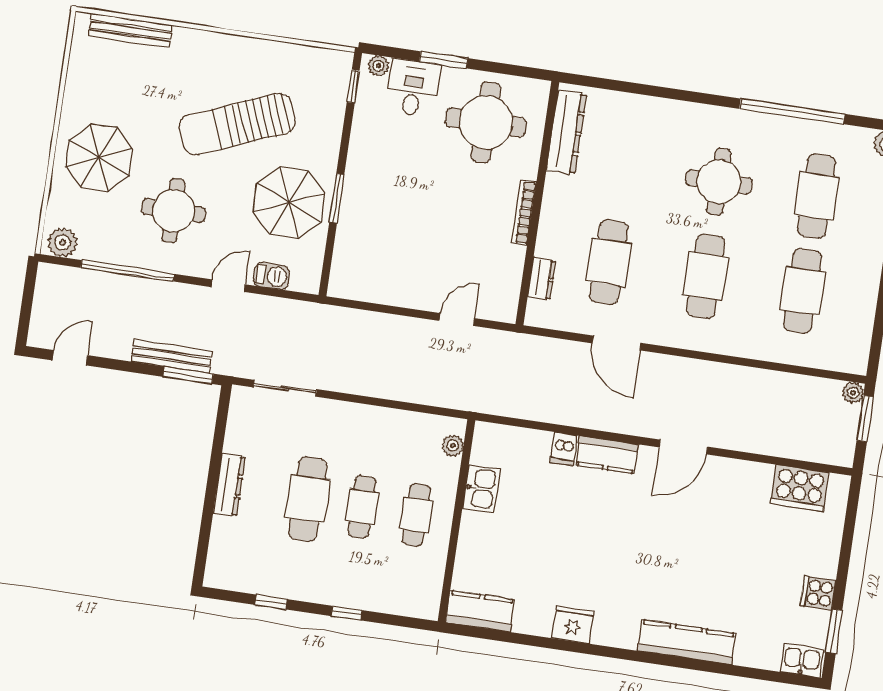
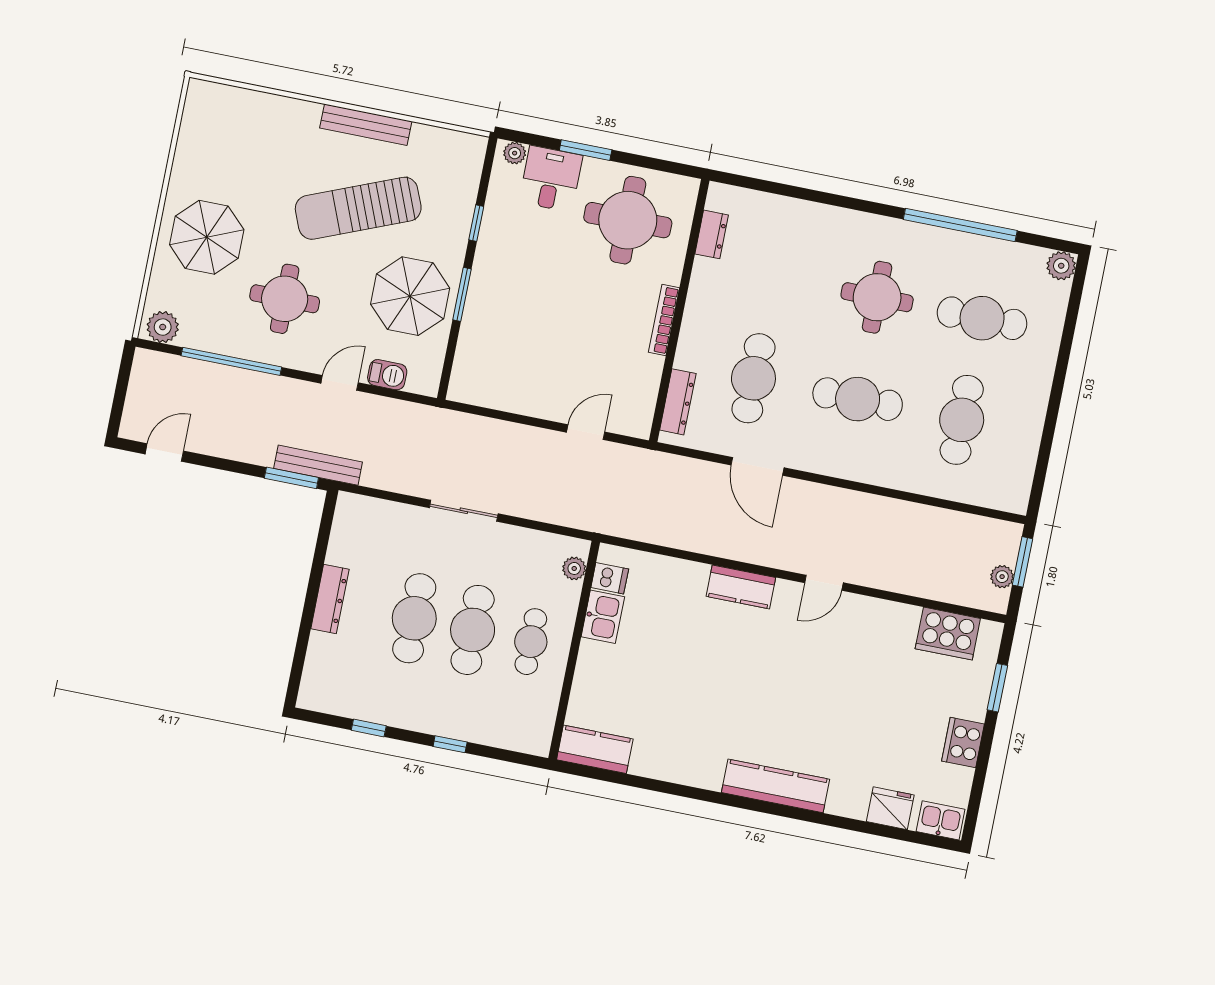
bench: (131, 30) -> (366, 125), moved
window: (353, 86) -> (476, 223), moved
dresser: (566, 132) -> (712, 234), width x0.51, depth x0.80
cafe table: (816, 196) -> (982, 318), turned 90
cafe table: (706, 276) -> (858, 399), turned 90
dresser: (542, 279) -> (678, 402), width x1.44
bench: (172, 356) -> (318, 465), moved
sliding door: (285, 388) -> (464, 511), moved
plant: (853, 393) -> (1002, 577), moved
door: (683, 447) -> (824, 583), width x0.73
dishwasher: (564, 449) -> (610, 578), moved, turned -90
cafe table: (362, 507) -> (473, 630), width x1.37, depth x1.35
cooker: (818, 593) -> (963, 742), width x1.36
fridge: (573, 625) -> (890, 808), moved
window: (834, 631) -> (997, 688), moved
kitchen counter: (687, 642) -> (776, 786), moved

